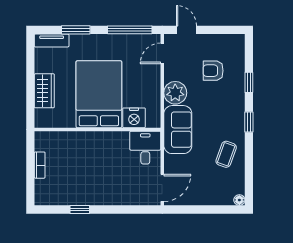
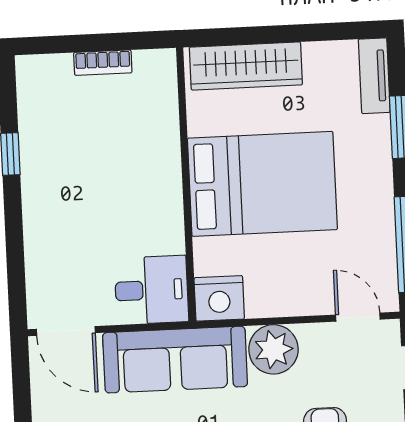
wardrobe: (44, 91) -> (246, 66), width x1.50
nightstand: (134, 118) -> (219, 298), moved, turned -90
sofa: (178, 130) -> (175, 360), width x1.36

